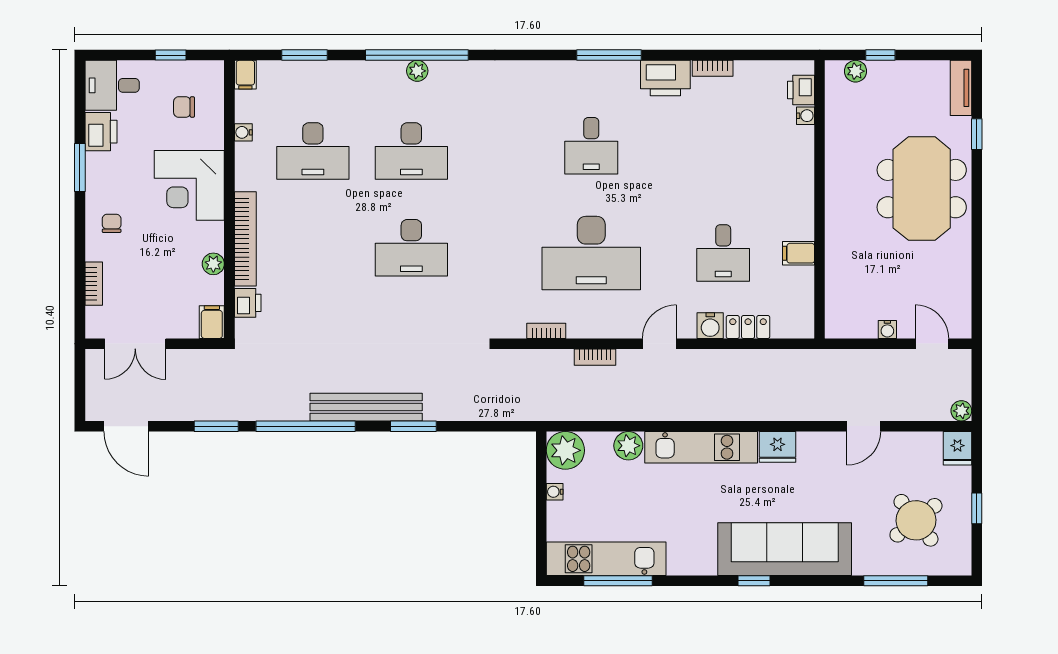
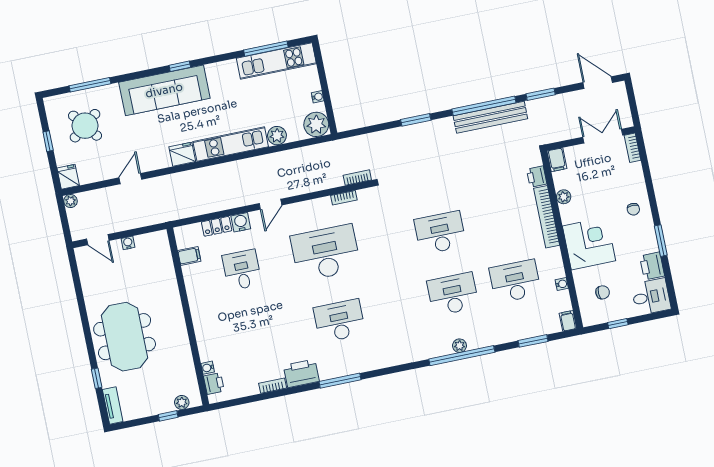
desk: (591, 146) -> (339, 321), width x1.37
filing cabinet: (799, 253) -> (189, 256), moved
bookcase: (94, 284) -> (632, 148), moved
bookcase: (595, 357) -> (357, 178), moved
bench: (366, 407) -> (490, 117), moved

